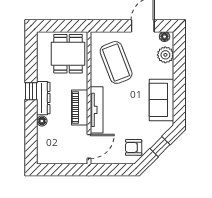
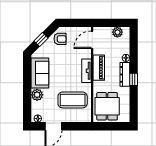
plant: (165, 55) -> (37, 95), moved
coffee table: (116, 62) -> (73, 100), turned -69
tv unit: (97, 110) -> (86, 71), width x0.71
plant: (54, 157) -> (117, 32), added

